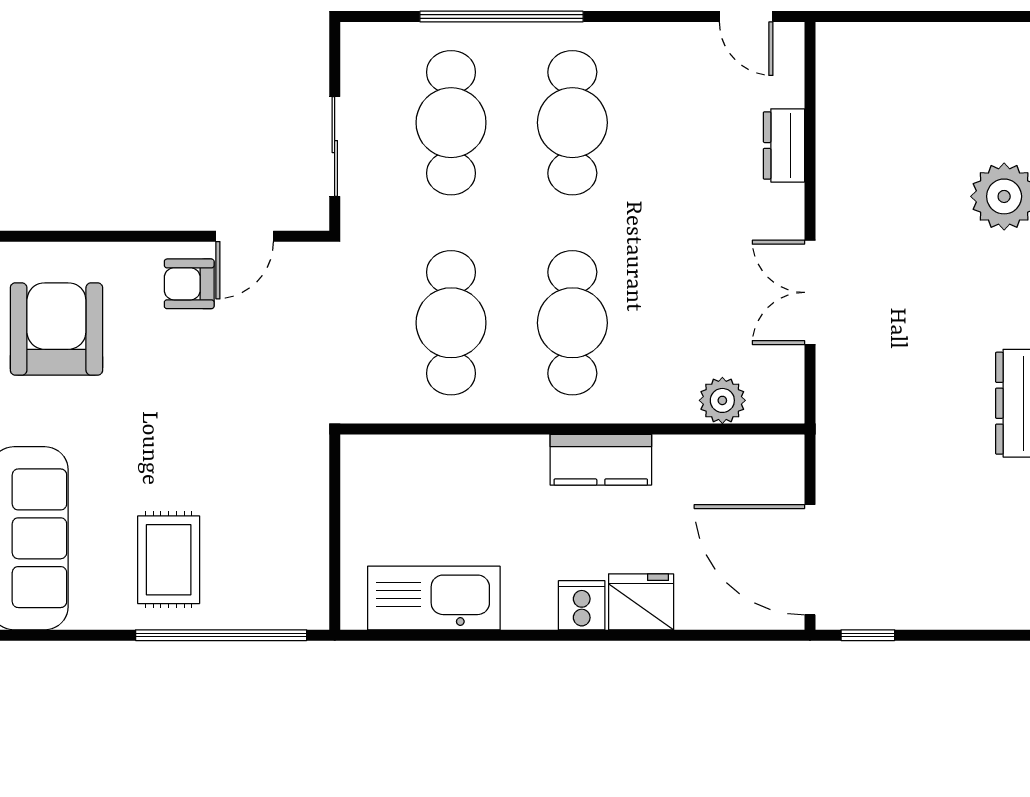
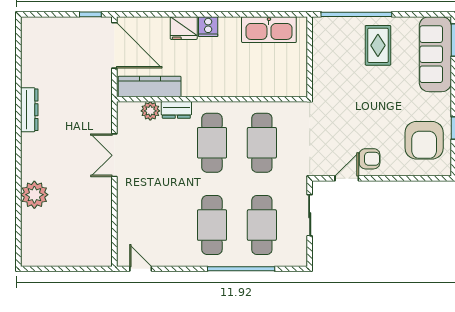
dresser: (784, 145) -> (176, 110), moved, turned 90
double door: (810, 292) -> (114, 155), swing flipped
kitchen counter: (601, 460) -> (150, 86), moved, width x1.50

